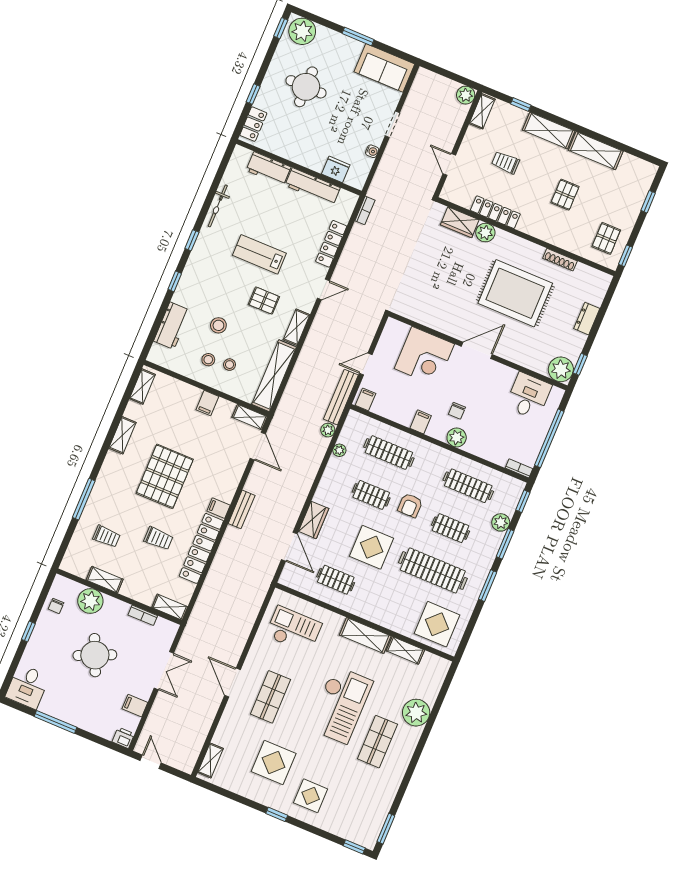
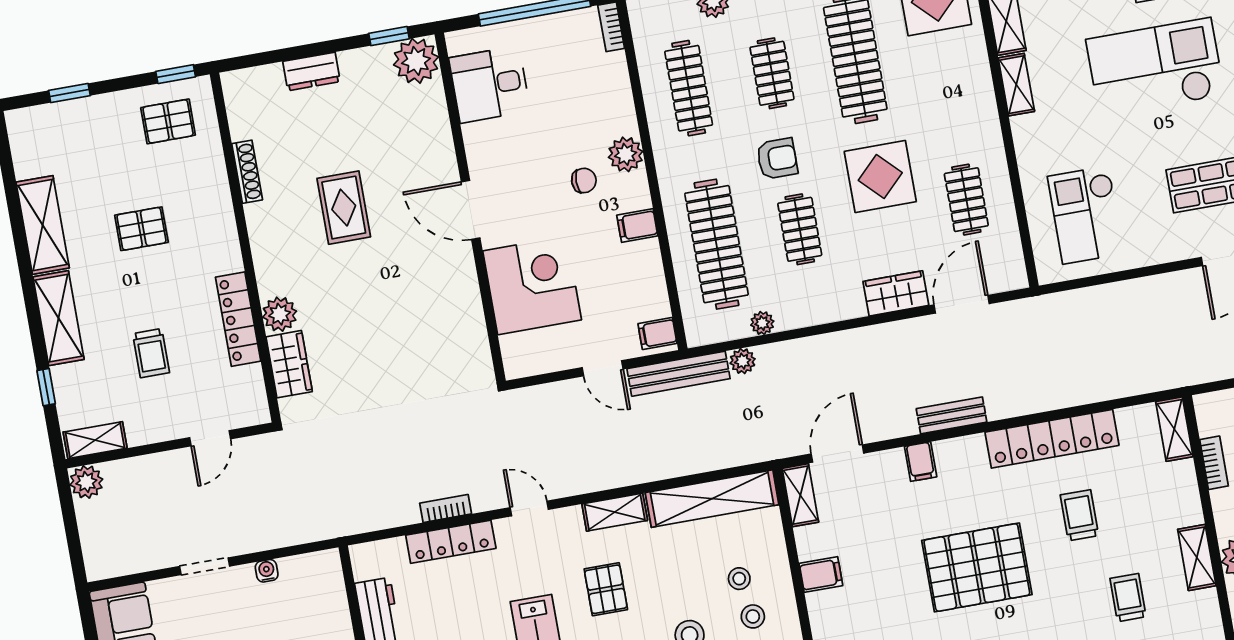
fridge: (336, 169) -> (331, 609), removed
bookcase: (365, 210) -> (446, 509), moved
rug: (515, 293) -> (344, 208), width x0.54, depth x0.49
clothes rail: (389, 453) -> (716, 244), width x1.37, depth x1.31
filing cabinet: (219, 508) -> (921, 462), moved
shelving: (365, 635) -> (1016, 85), width x0.67, depth x0.75

